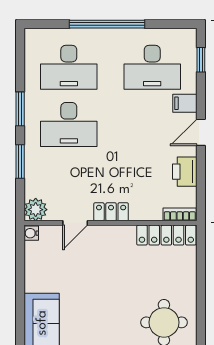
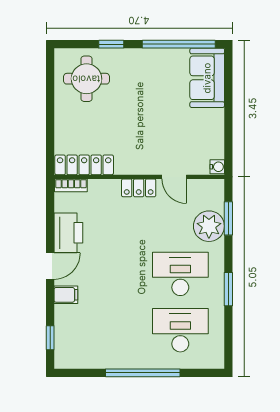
desk: (152, 67) -> (98, 330), removed
window: (20, 162) -> (228, 218), moved
printer: (185, 172) -> (68, 233), width x1.37, depth x1.19
plant: (36, 210) -> (209, 226), moved, width x1.36, depth x1.36
door: (75, 223) -> (174, 177), swing flipped

